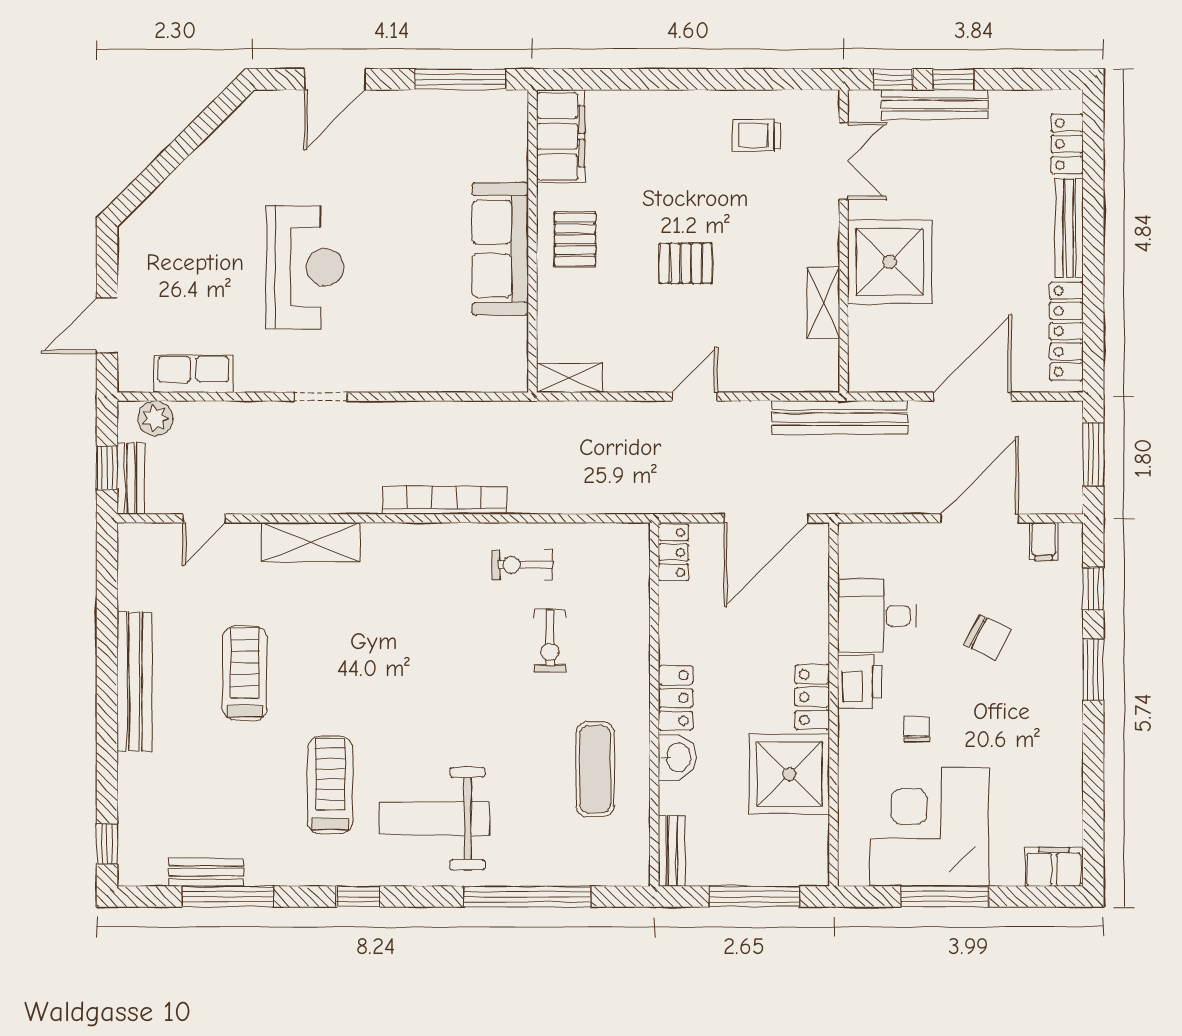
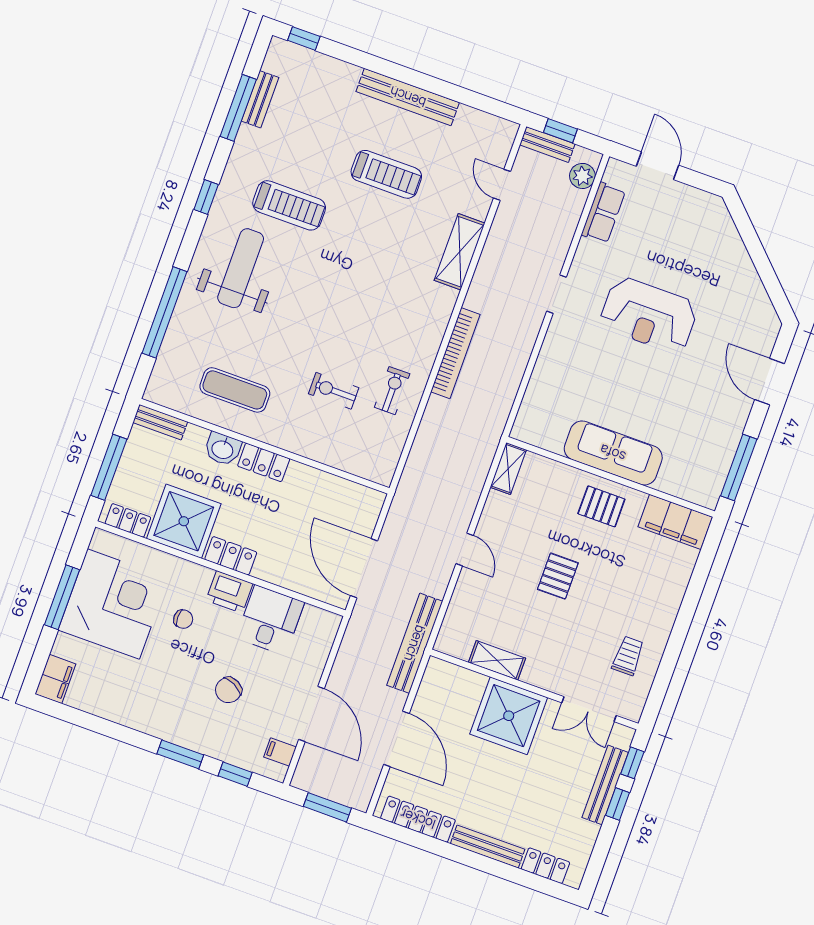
locker: (673, 552) -> (128, 520), moved, turned 180

